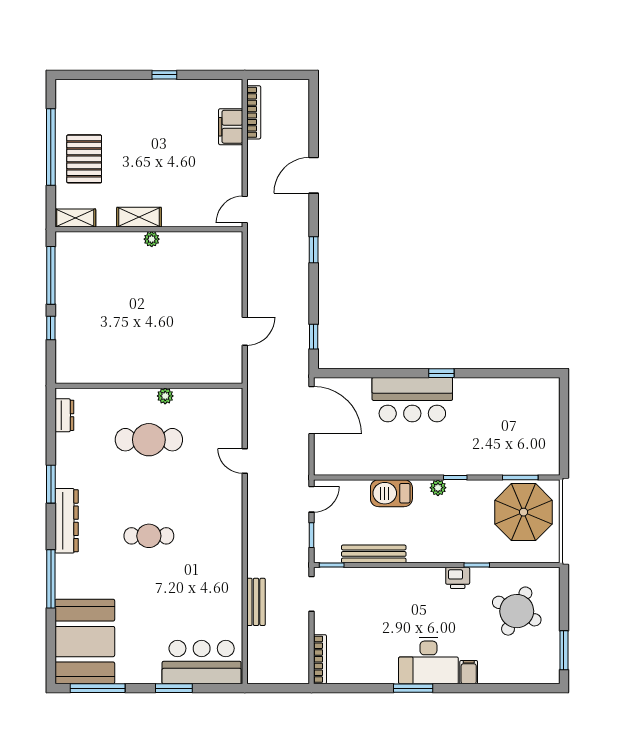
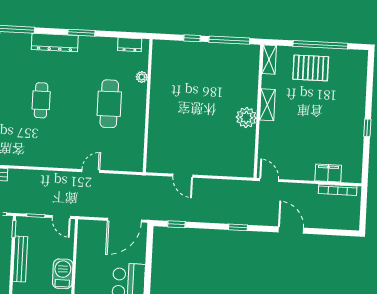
plant: (152, 239) -> (246, 117), width x1.87, depth x1.87
plant: (165, 396) -> (142, 77), moved

